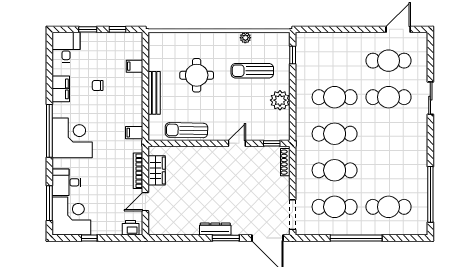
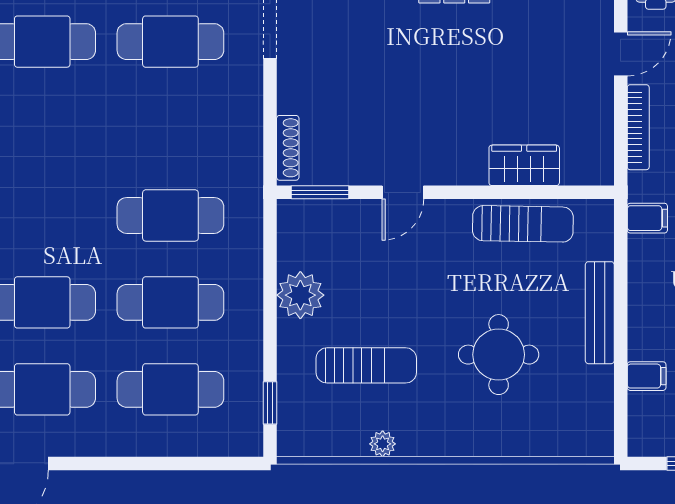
window: (272, 143) -> (320, 192), width x1.50
wardrobe: (157, 170) -> (524, 165), moved, turned 90
cafe table: (335, 170) -> (170, 389), moved

